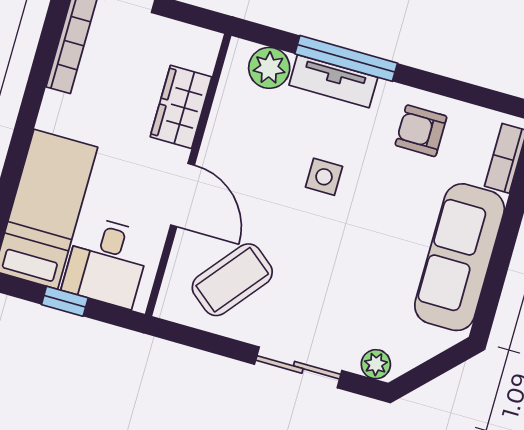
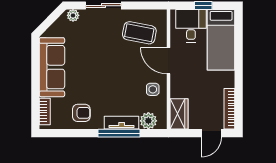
wardrobe: (181, 107) -> (179, 114), moved
side table: (324, 177) -> (153, 89), moved
coffee table: (232, 280) -> (139, 33), turned 62

